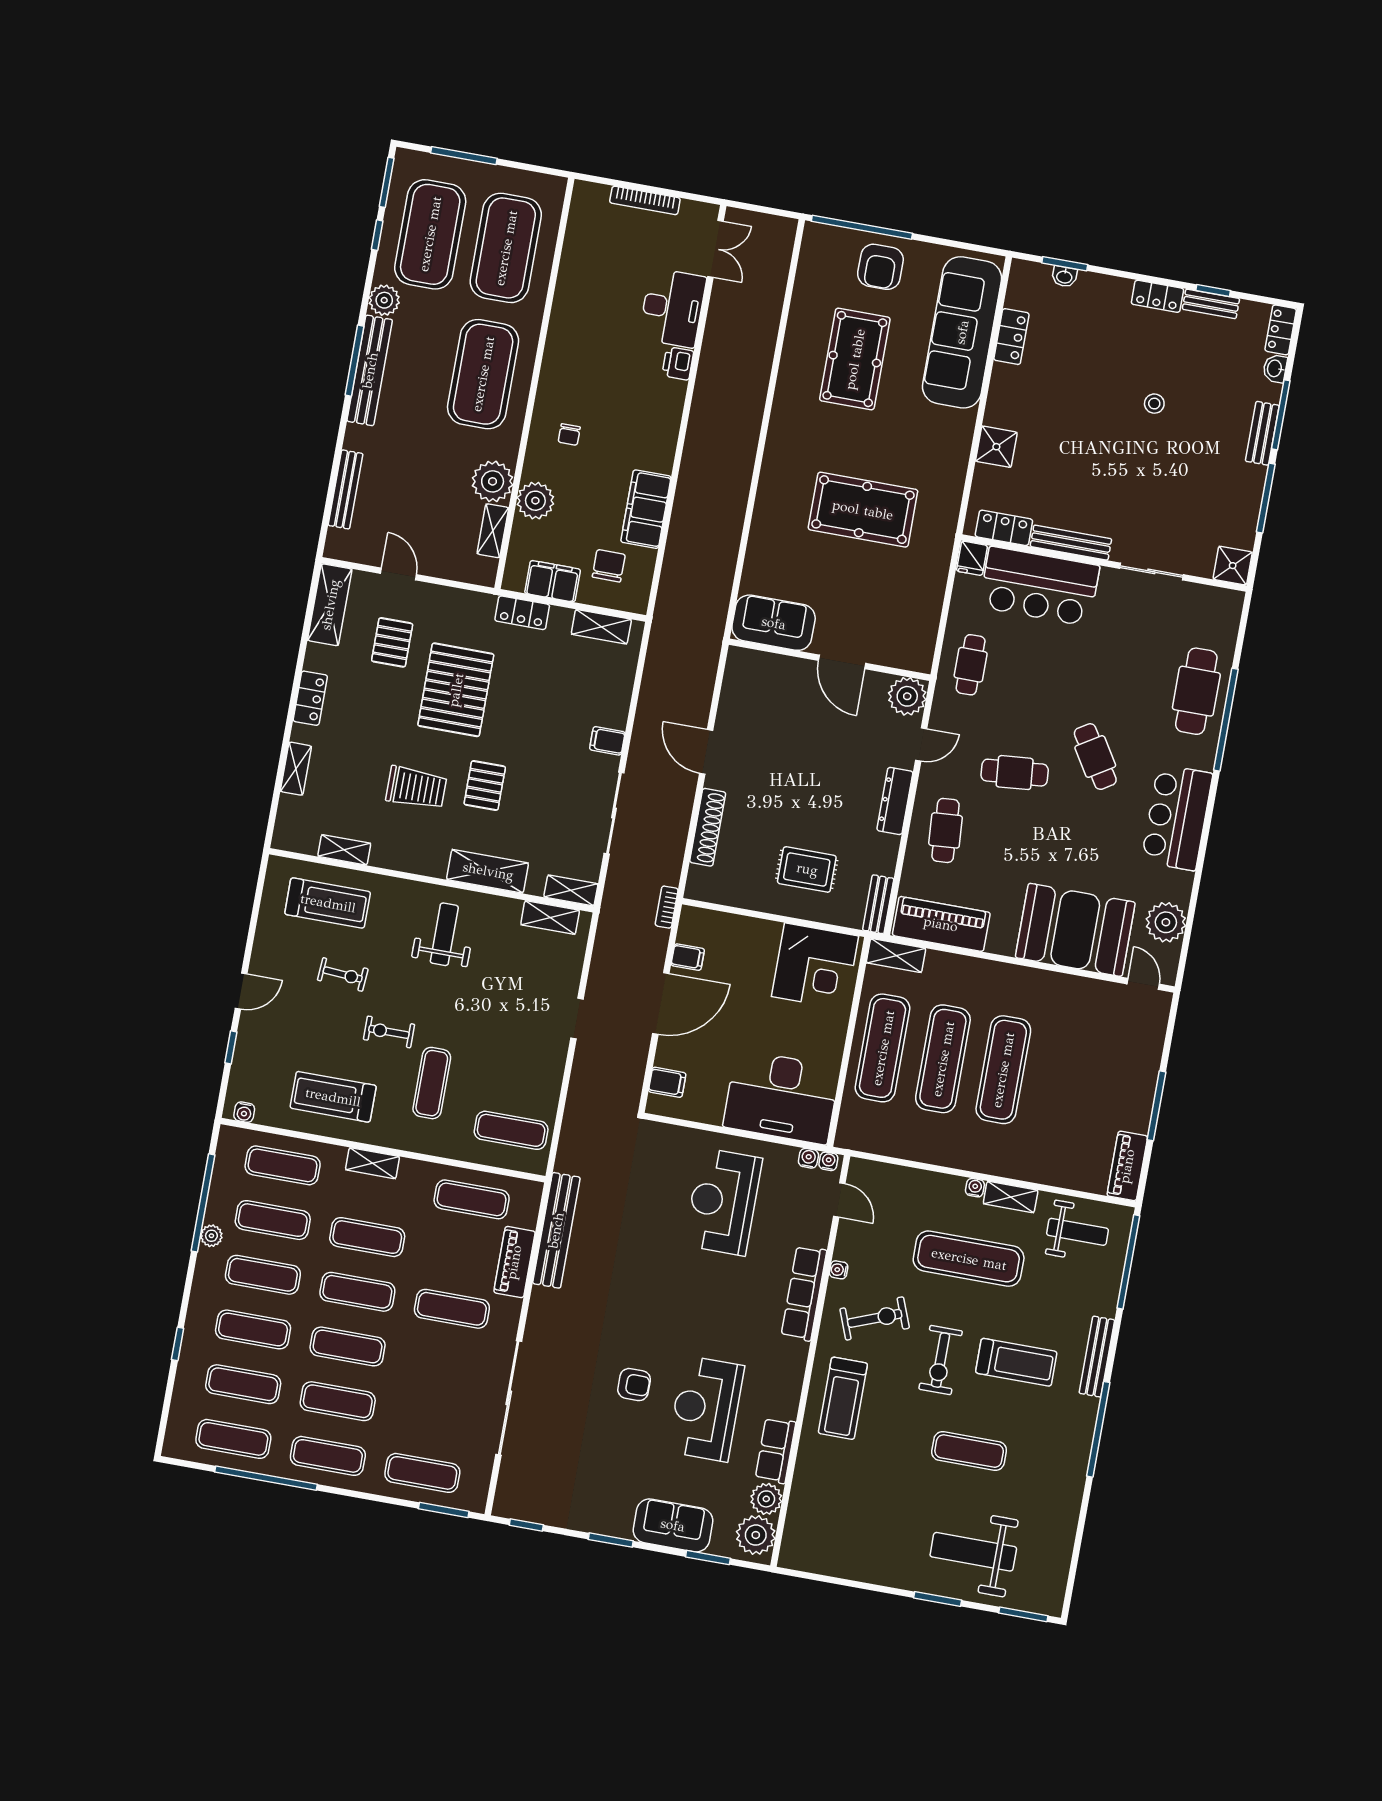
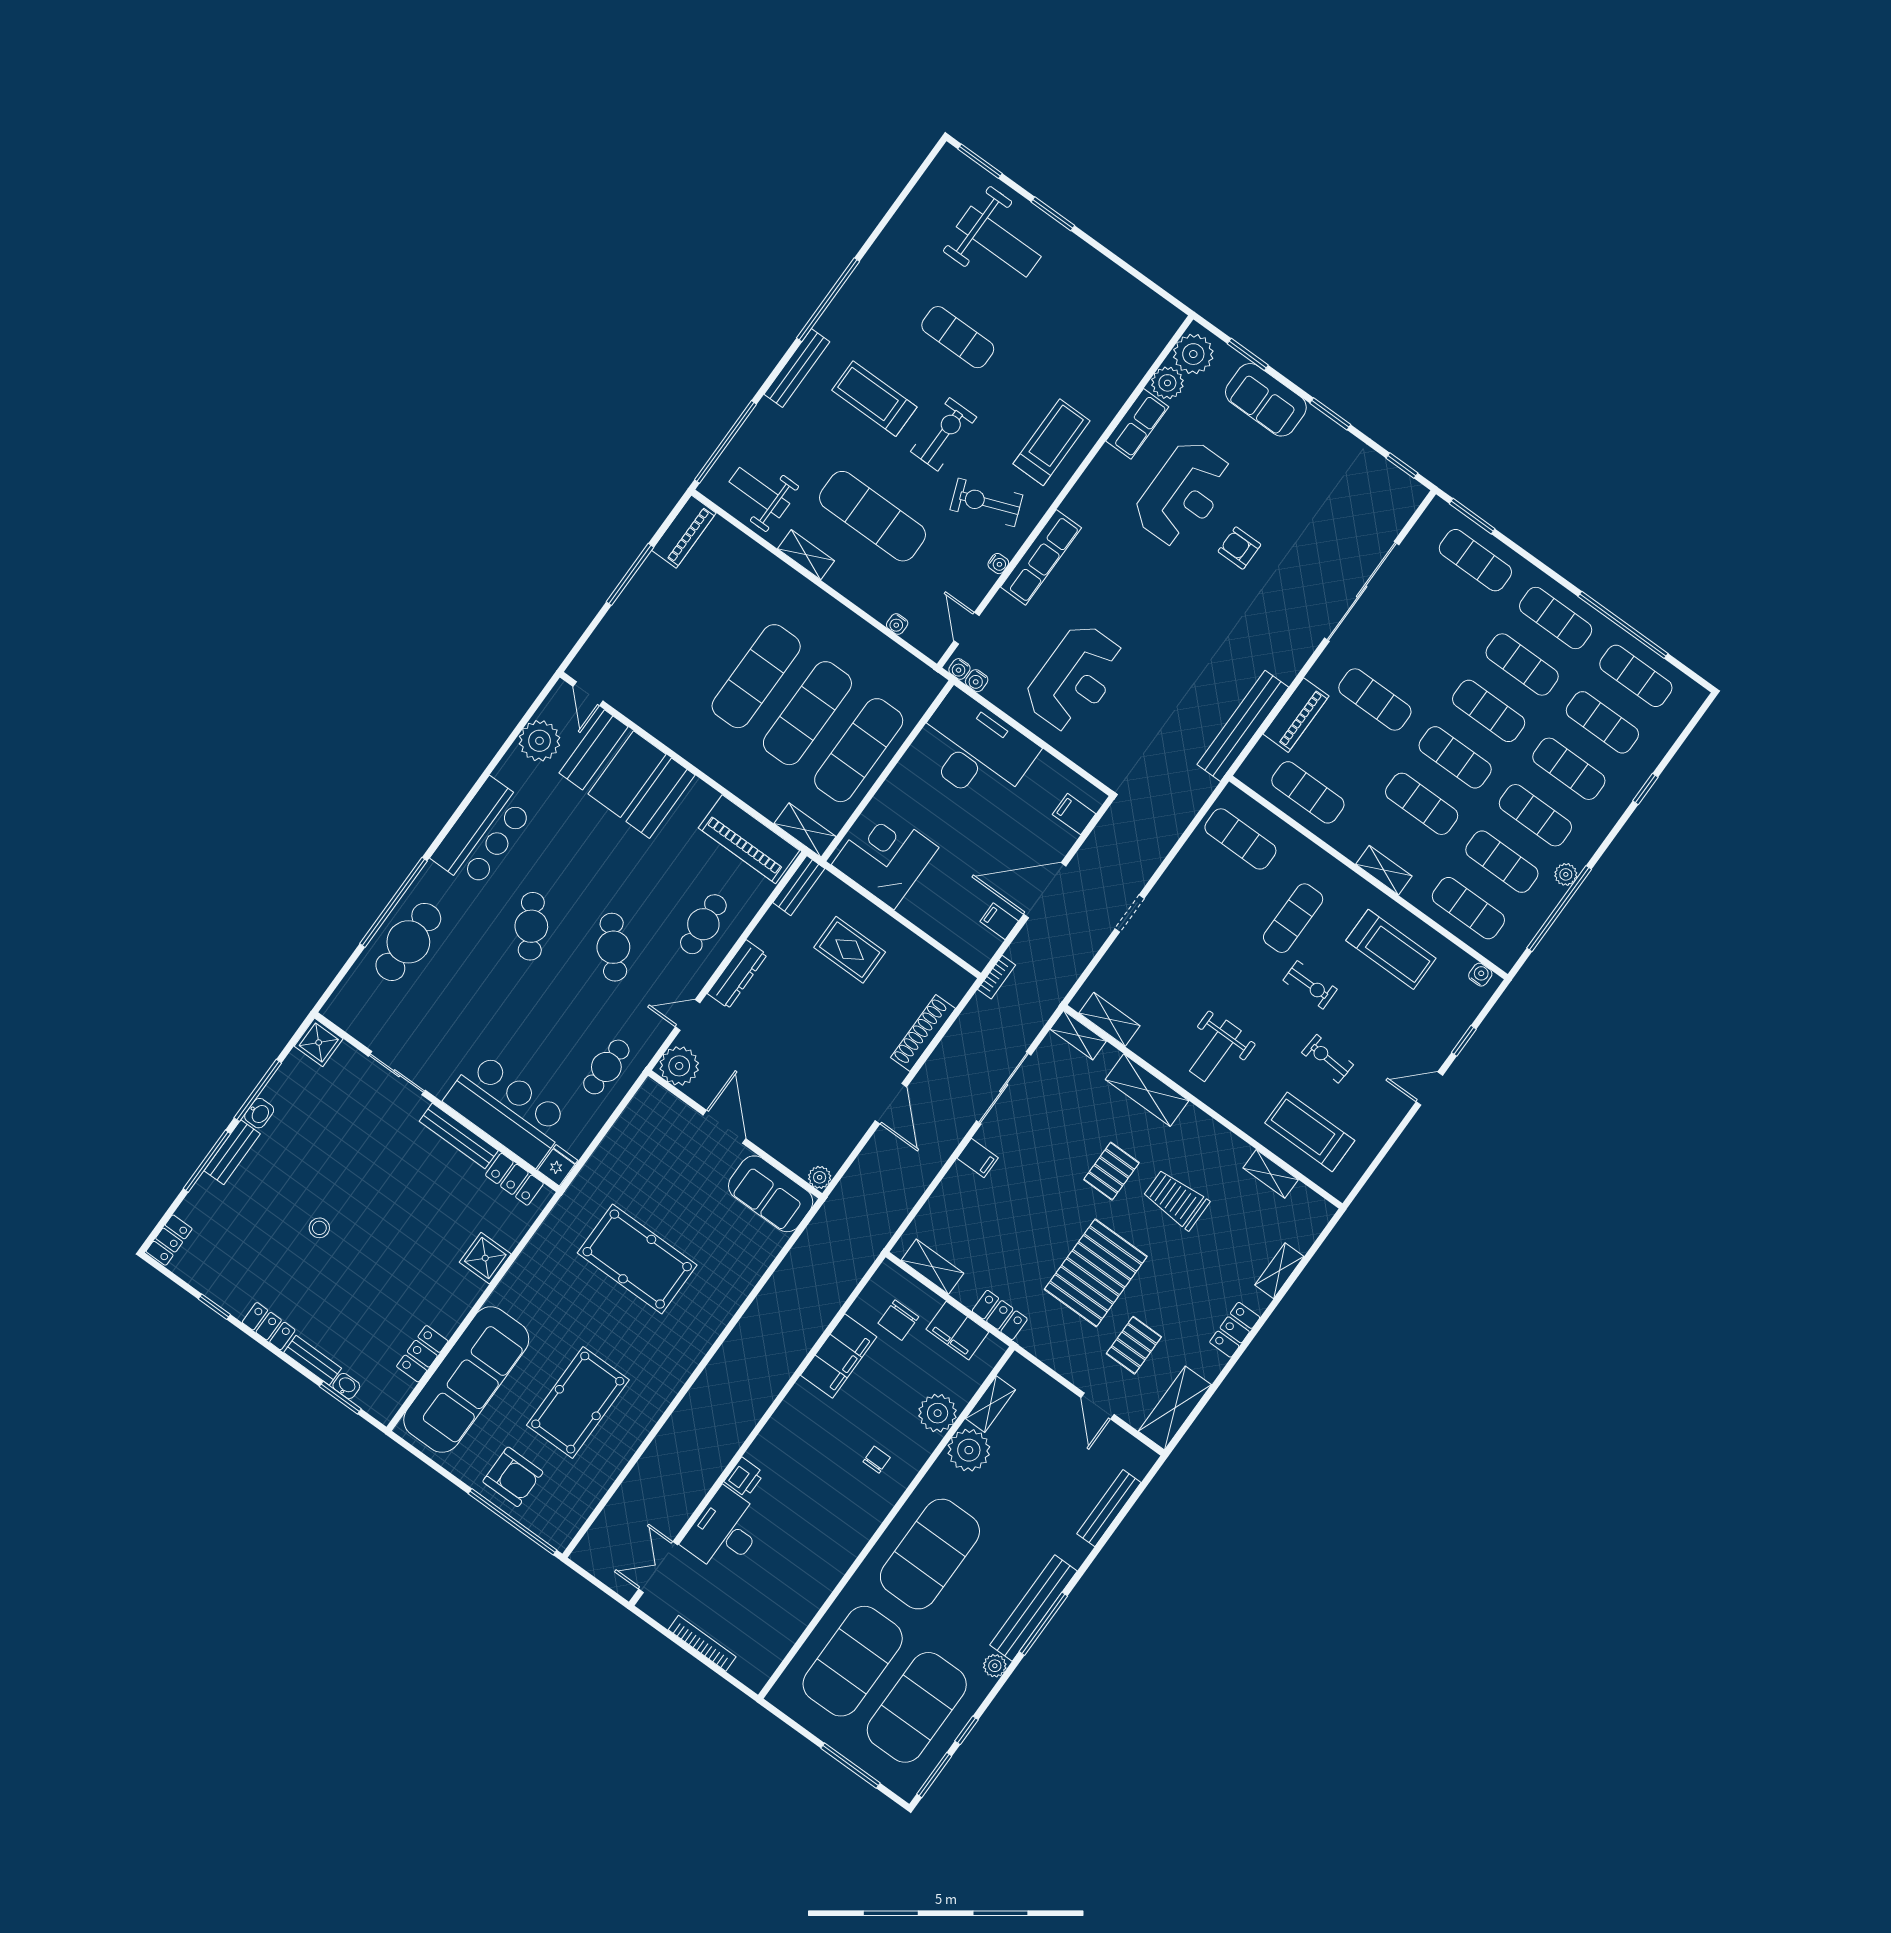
armchair: (880, 267) -> (513, 1477), turned 90
plant: (384, 300) -> (995, 1666), width x0.73, depth x0.73
bench: (1211, 304) -> (313, 1360), moved
washbasin: (1275, 368) -> (259, 1113), moved
plant: (738, 658) -> (820, 1177), added
cafe table: (1015, 773) -> (613, 947), turned 55
water cooler: (975, 1188) -> (897, 624), moved

